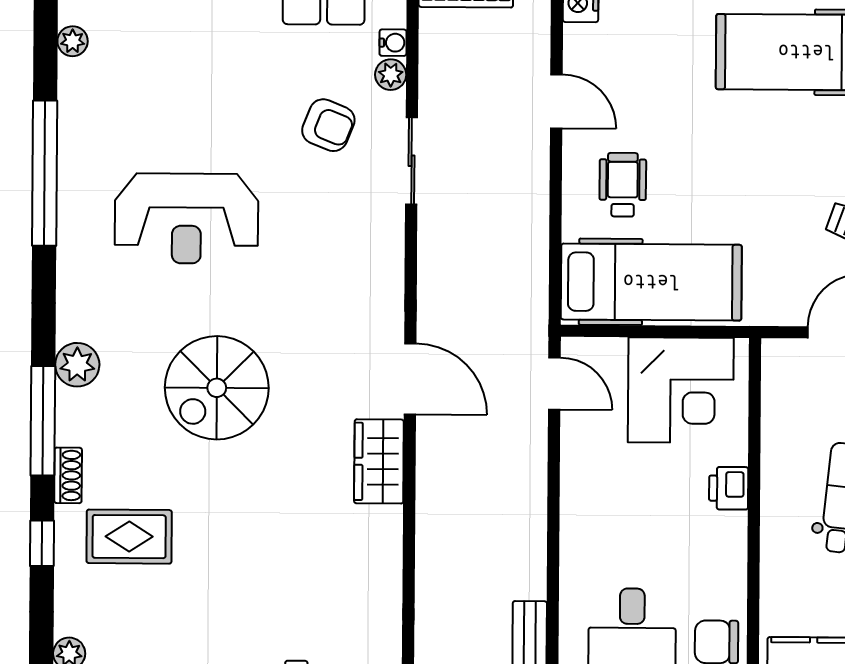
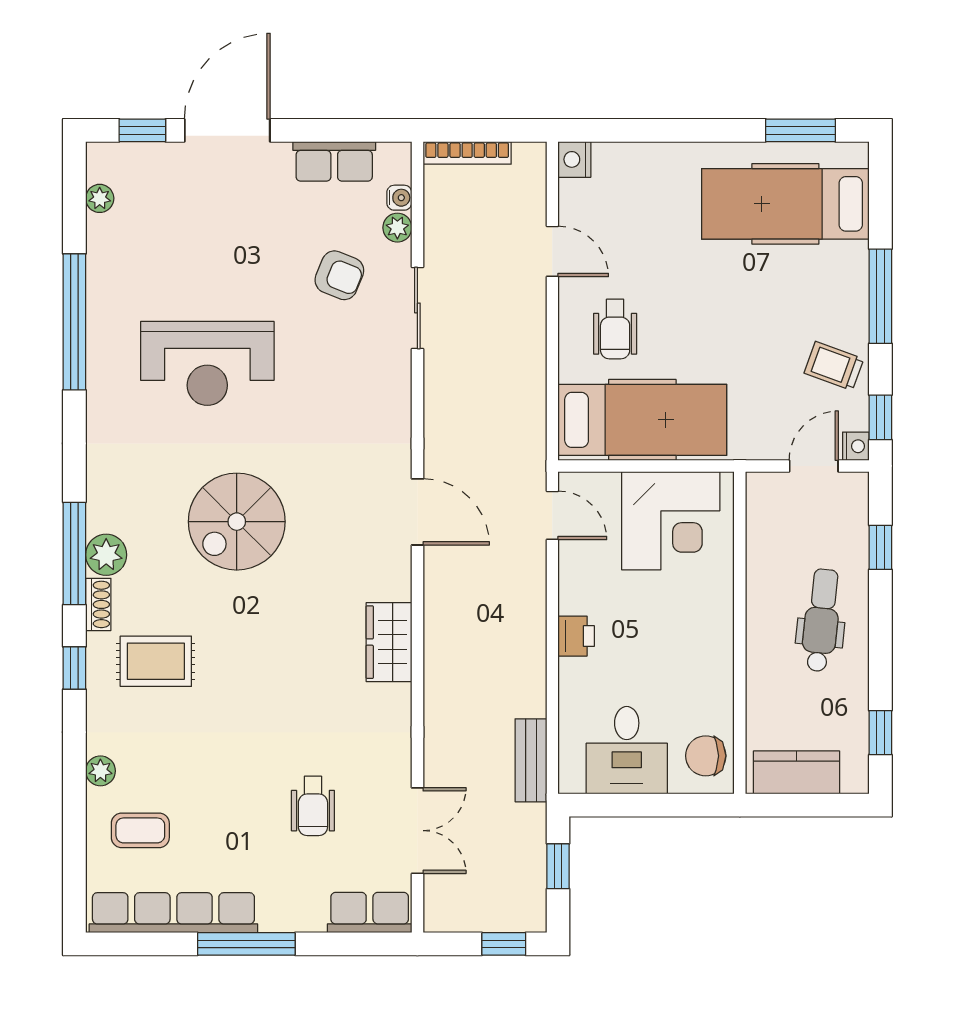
wheelchair: (623, 185) -> (615, 329), turned 180
plant: (77, 365) -> (106, 555), moved
wardrobe: (379, 461) -> (389, 642), moved
printer: (729, 488) -> (576, 636), moved, turned 180

